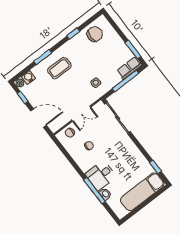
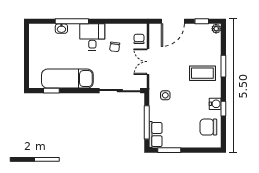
chair: (95, 34) -> (208, 127), turned 89
coffee table: (59, 68) -> (202, 73), turned 90
water cooler: (29, 77) -> (215, 104), moved
desk: (101, 175) -> (92, 37), moved
exam couch: (142, 192) -> (67, 79), moved, turned -90

